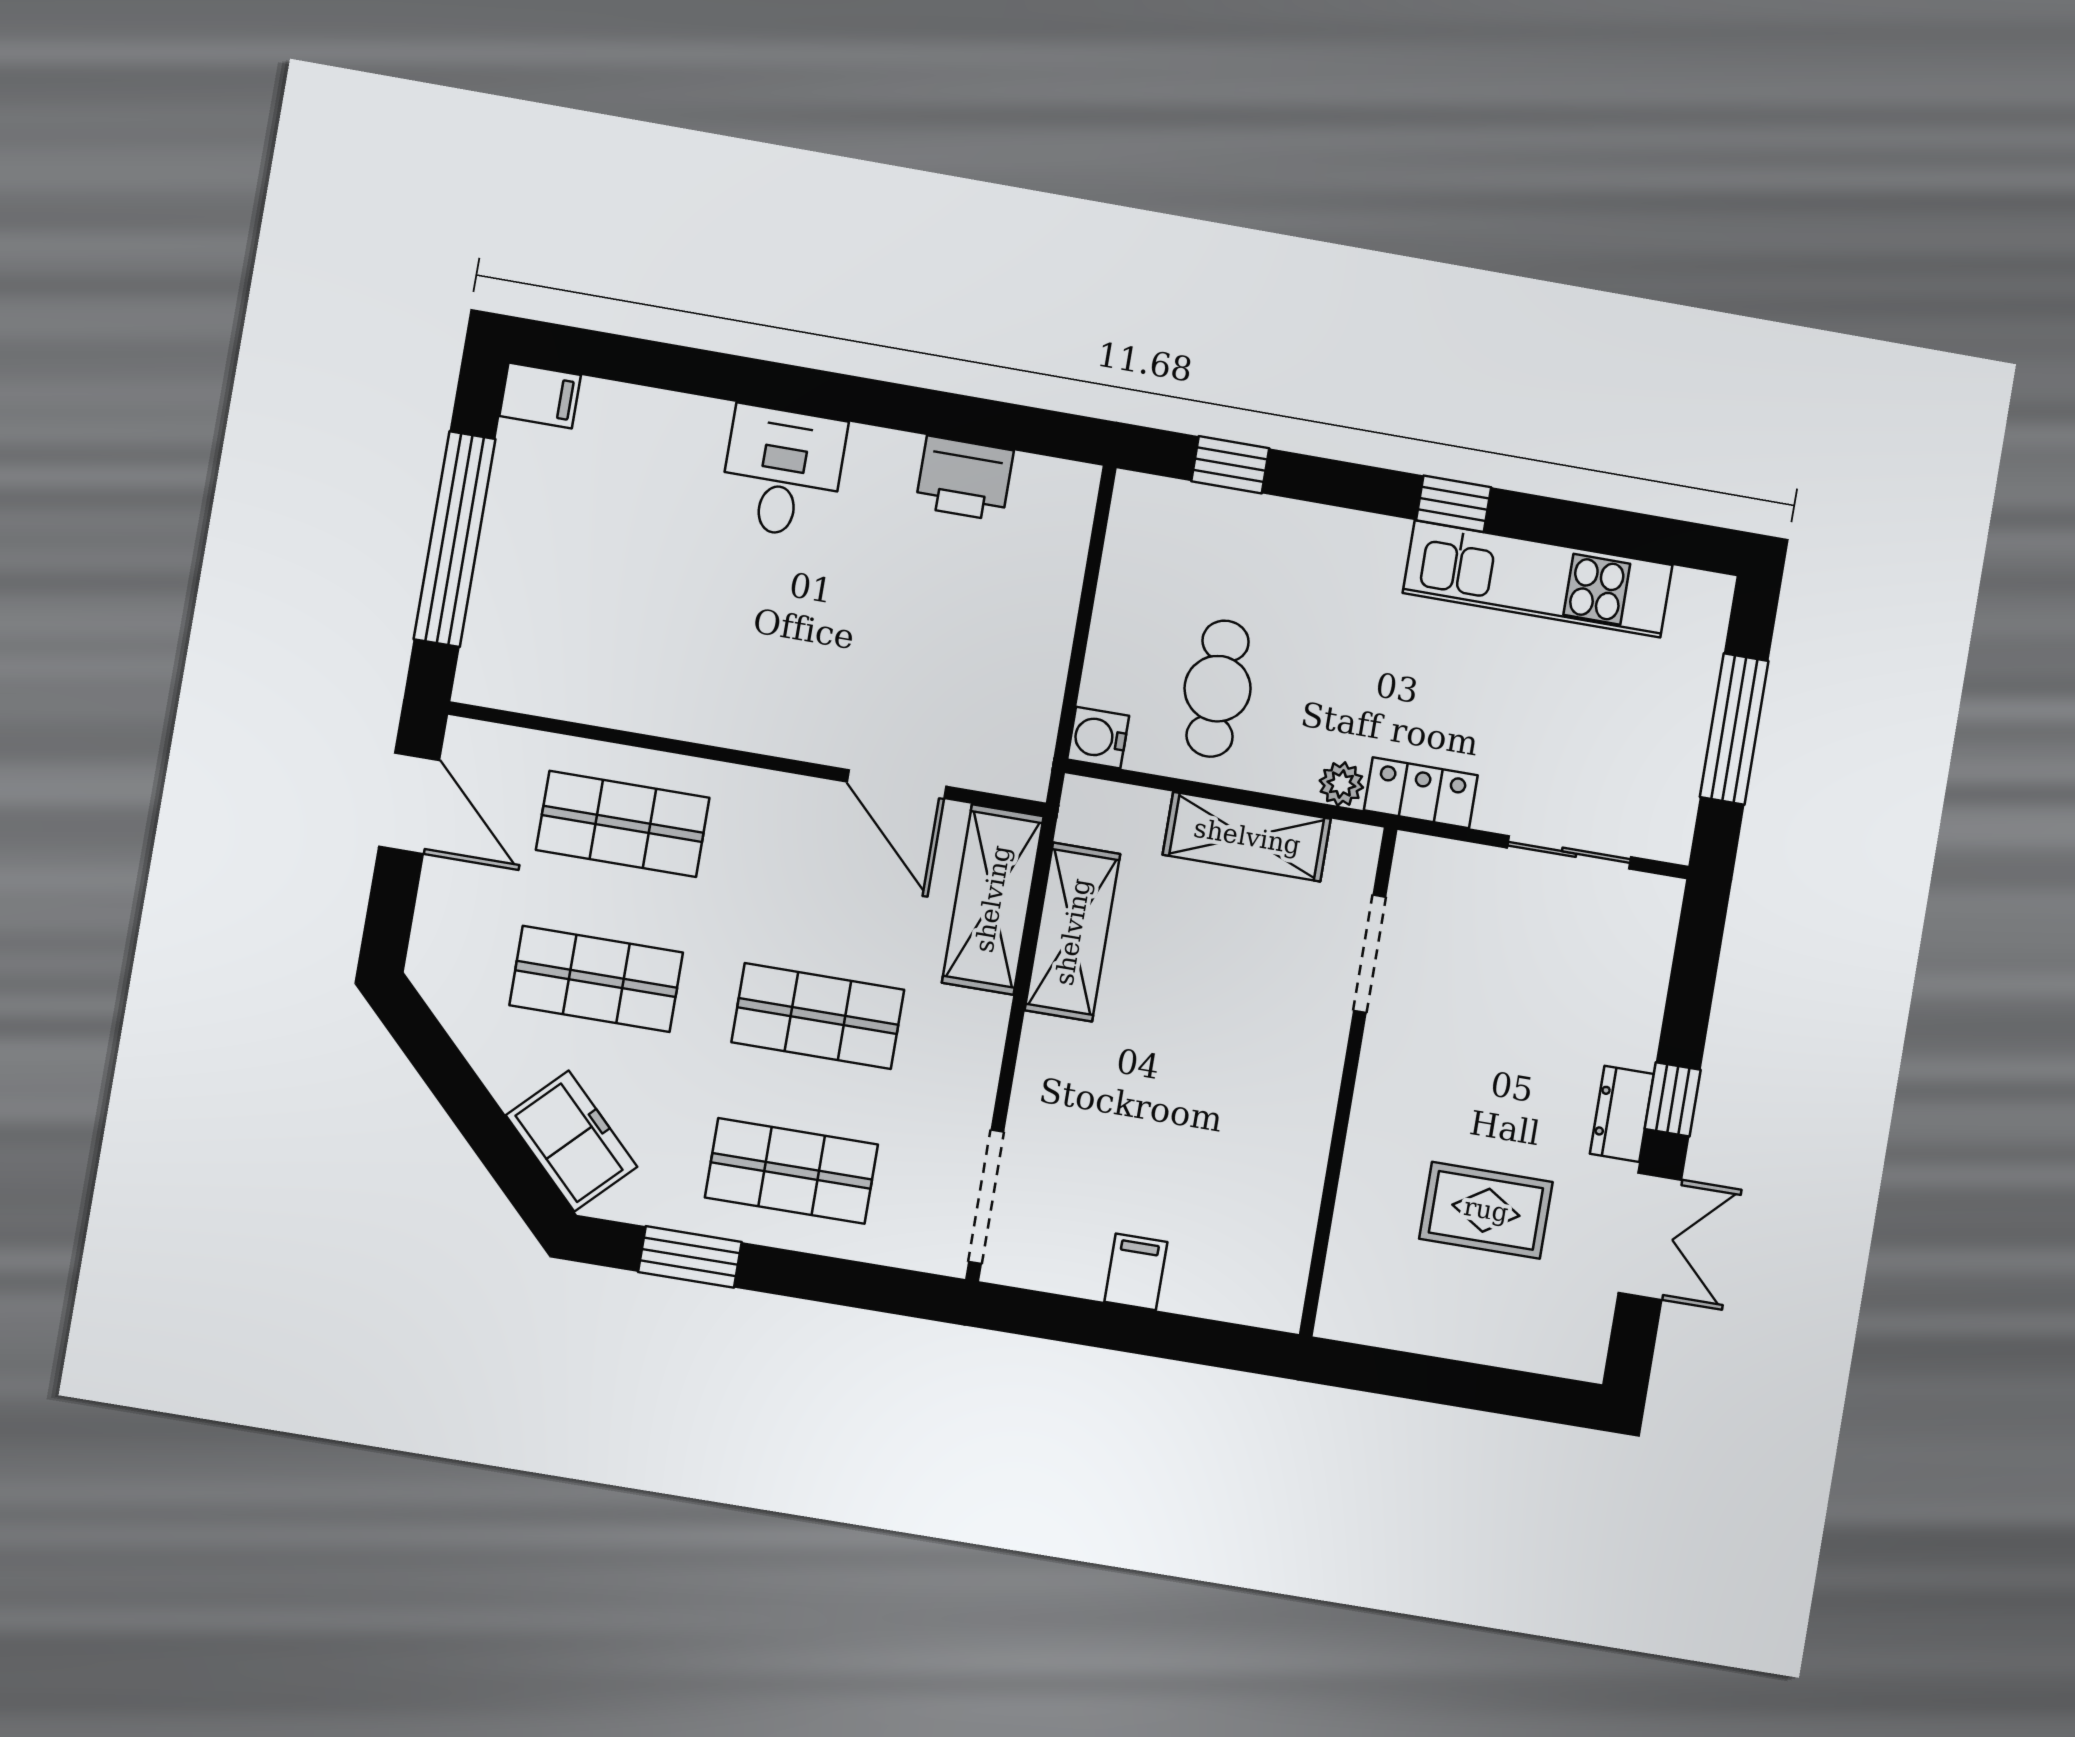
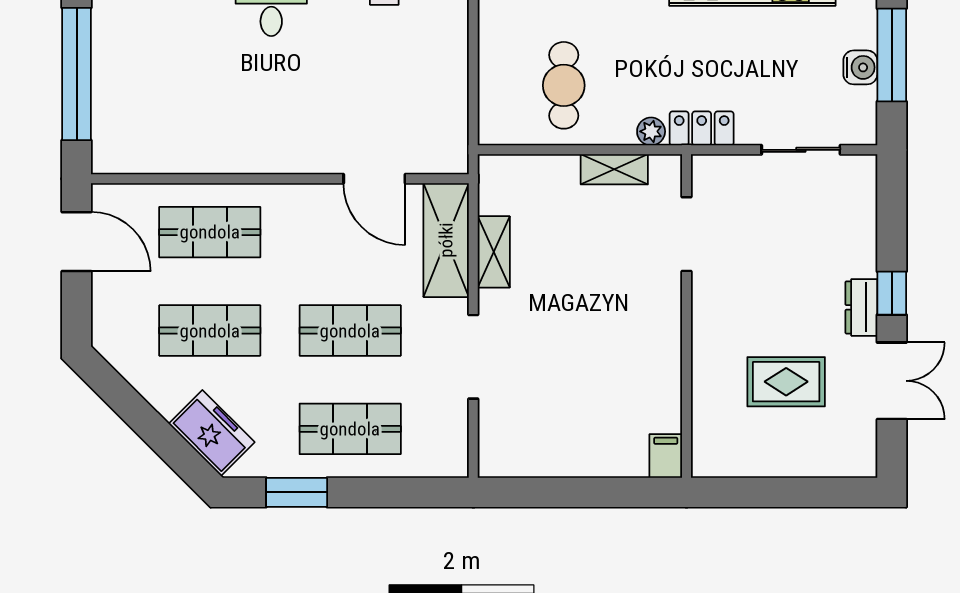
water cooler: (1098, 738) -> (860, 67), moved, turned 180
shelving: (1247, 837) -> (614, 169), width x0.67, depth x0.75
shelving: (1073, 932) -> (494, 252), width x0.67, depth x0.75
doorway: (986, 1197) -> (473, 357), moved
filing cabinet: (1136, 1272) -> (666, 456), moved

